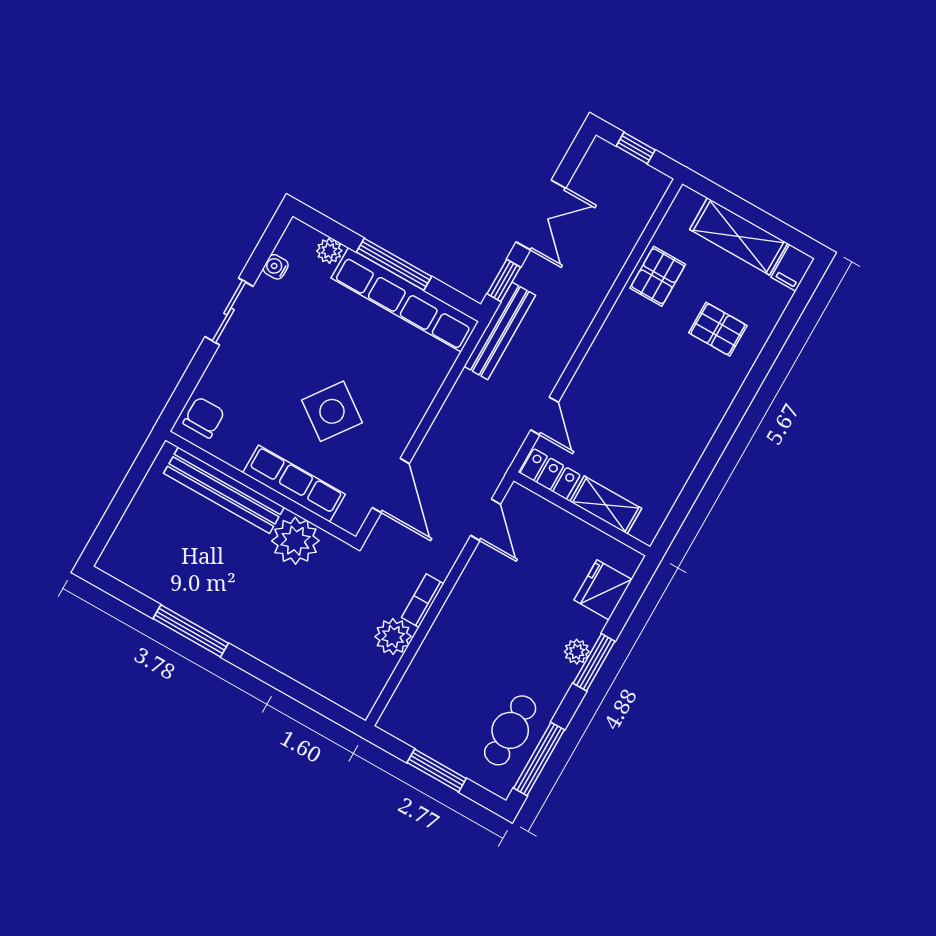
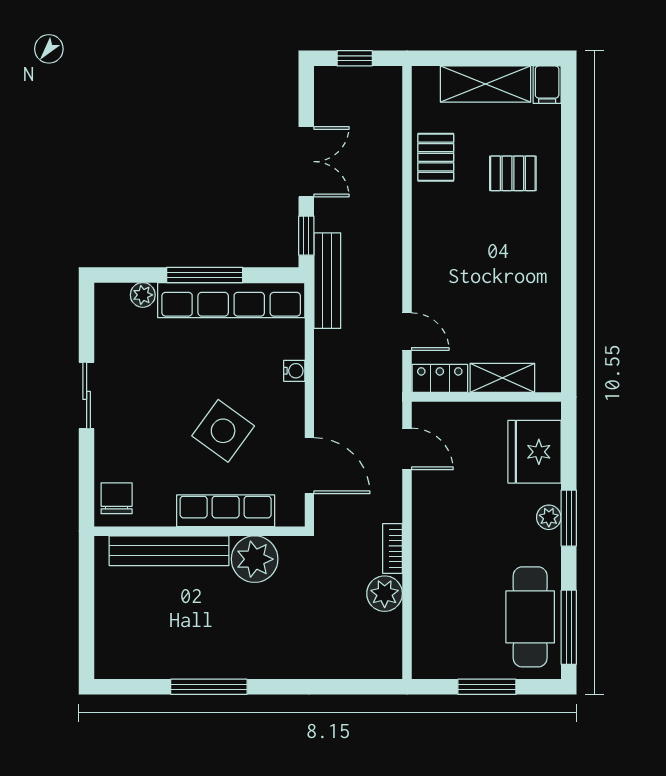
water cooler: (276, 267) -> (294, 371), moved, turned 180
fridge: (603, 590) -> (535, 452), width x1.36, depth x1.34
cafe table: (510, 730) -> (530, 617), width x1.37, depth x1.35

